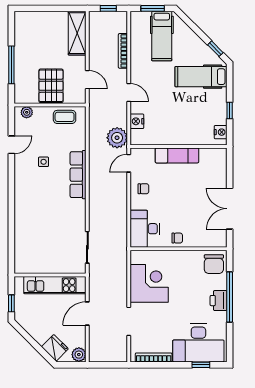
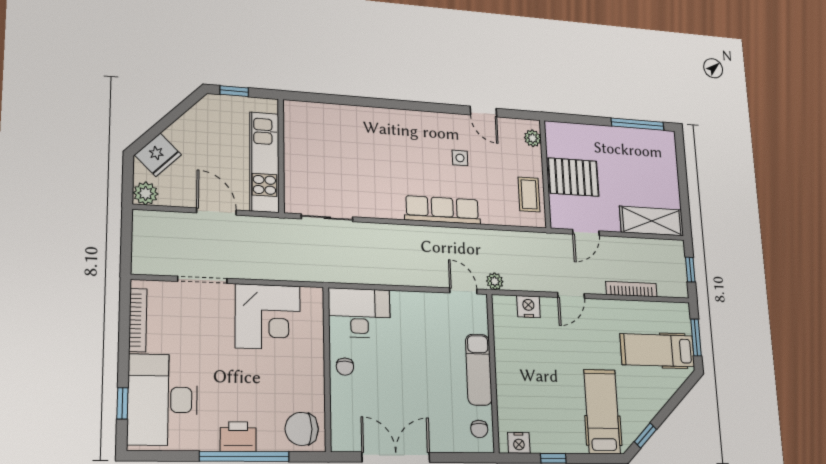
window: (11, 65) -> (638, 124), moved
plant: (117, 138) -> (495, 281), width x0.53, depth x0.53
chair: (143, 189) -> (479, 429), moved

